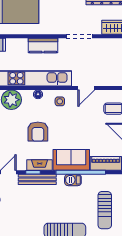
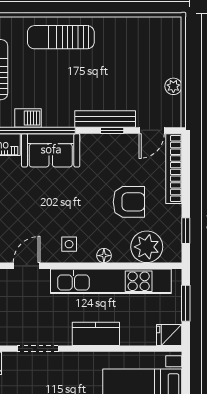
armchair: (38, 132) -> (129, 202), moved, turned 90
fireplace: (40, 165) -> (102, 142), removed
barbecue: (73, 180) -> (28, 118), moved

